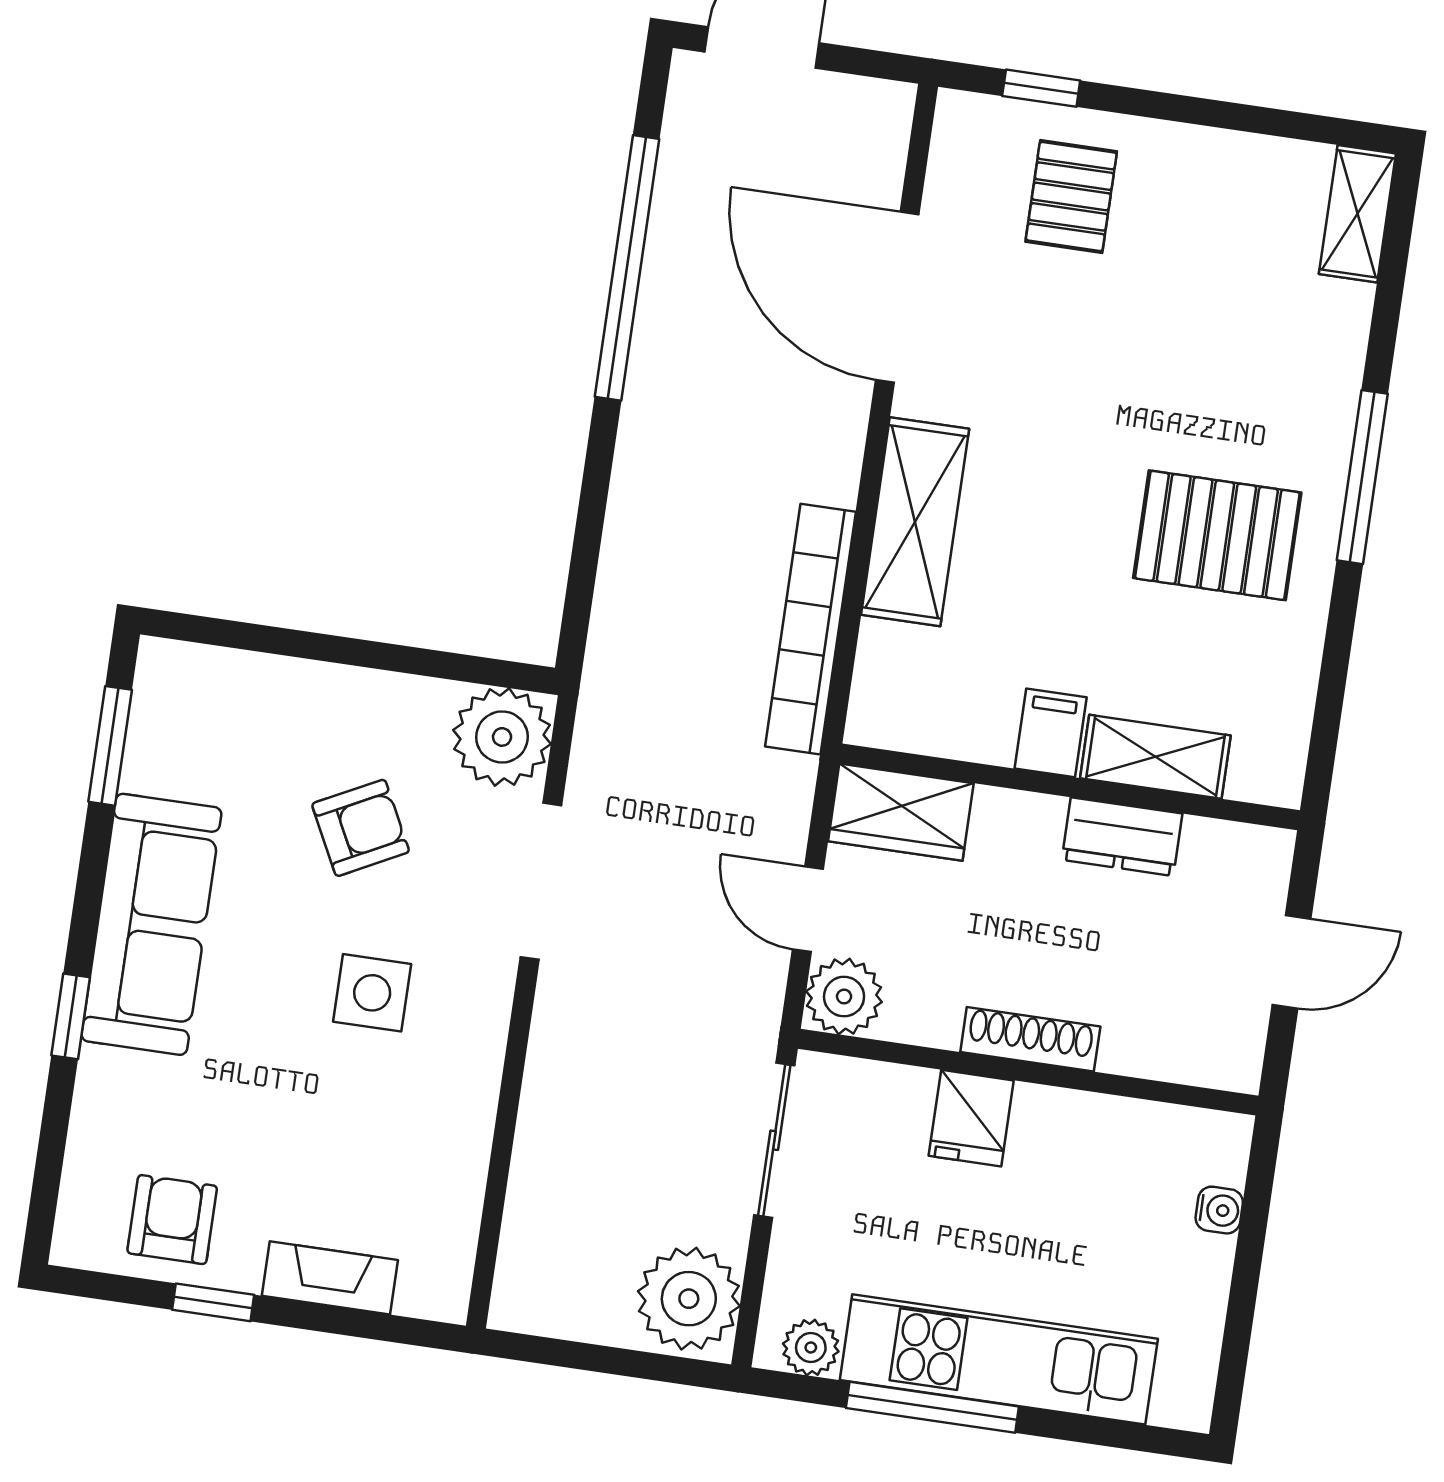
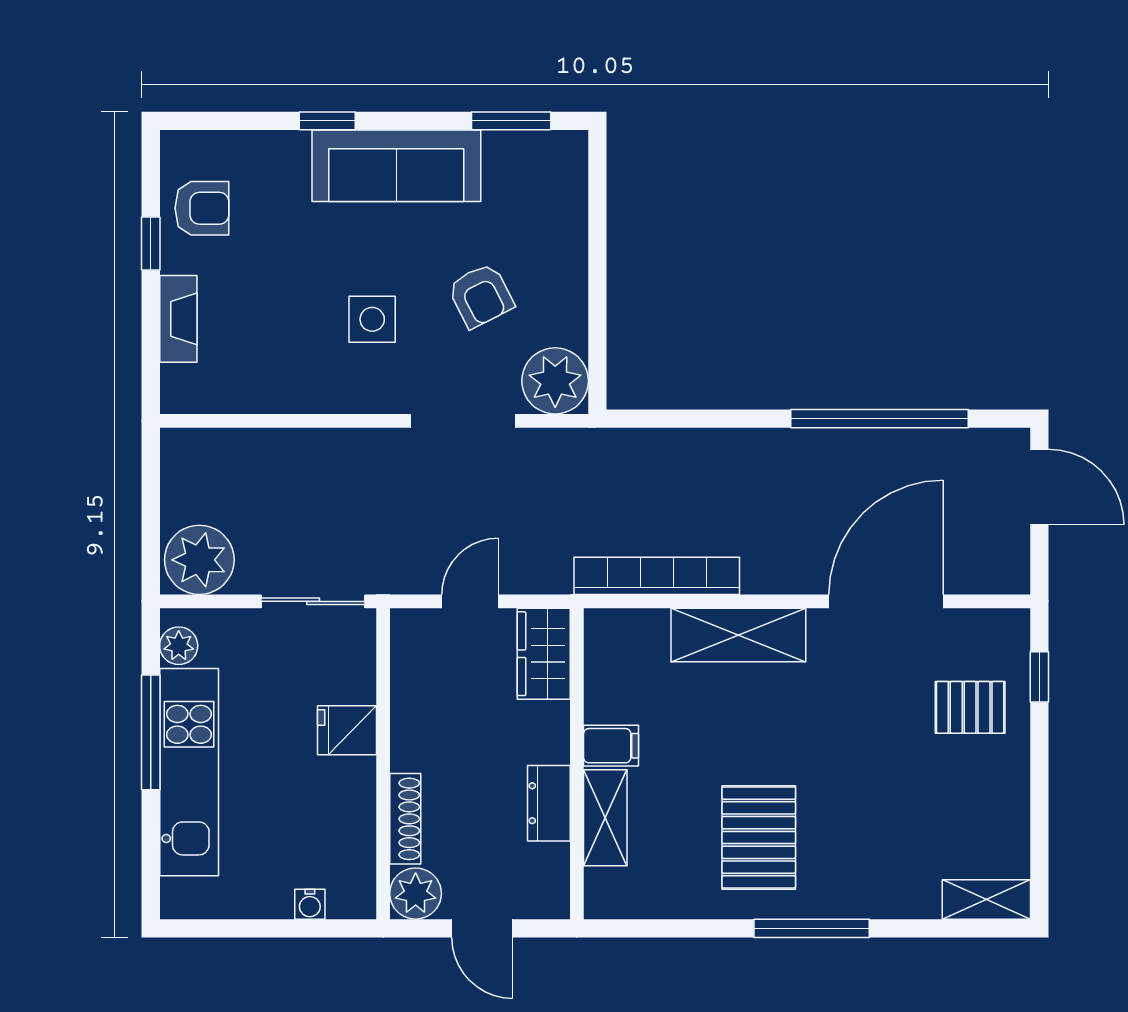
plant: (844, 997) -> (416, 894), moved
shoe rack: (1030, 1039) -> (405, 819), moved

